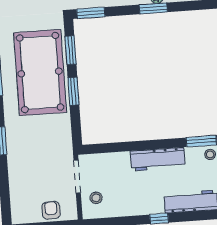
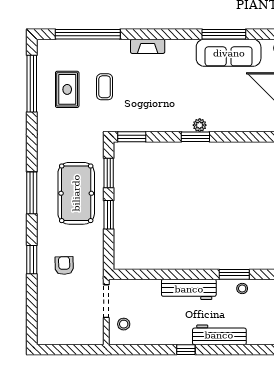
pool table: (40, 72) -> (76, 193), width x0.73, depth x0.76
armchair: (51, 210) -> (64, 265), moved

